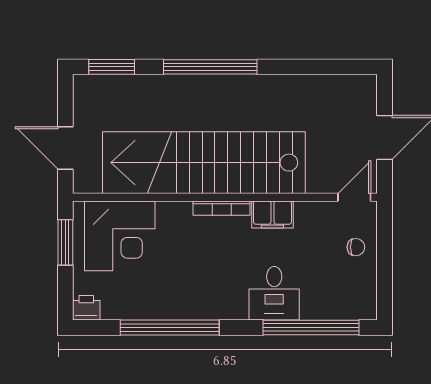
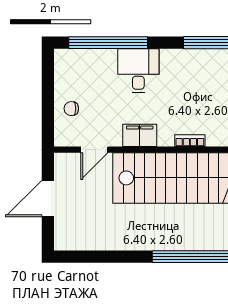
door: (354, 197) -> (94, 150), moved
bookcase: (222, 208) -> (190, 141), width x0.64

